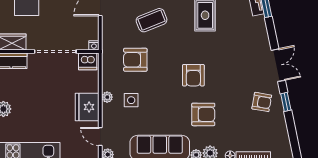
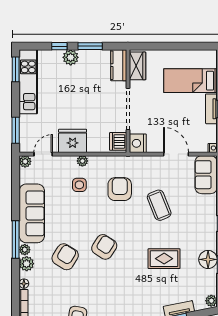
nightstand: (94, 45) -> (138, 143), width x1.89, depth x1.79
armchair: (193, 75) -> (104, 247), turned 123
armchair: (203, 114) -> (65, 257), turned -148

